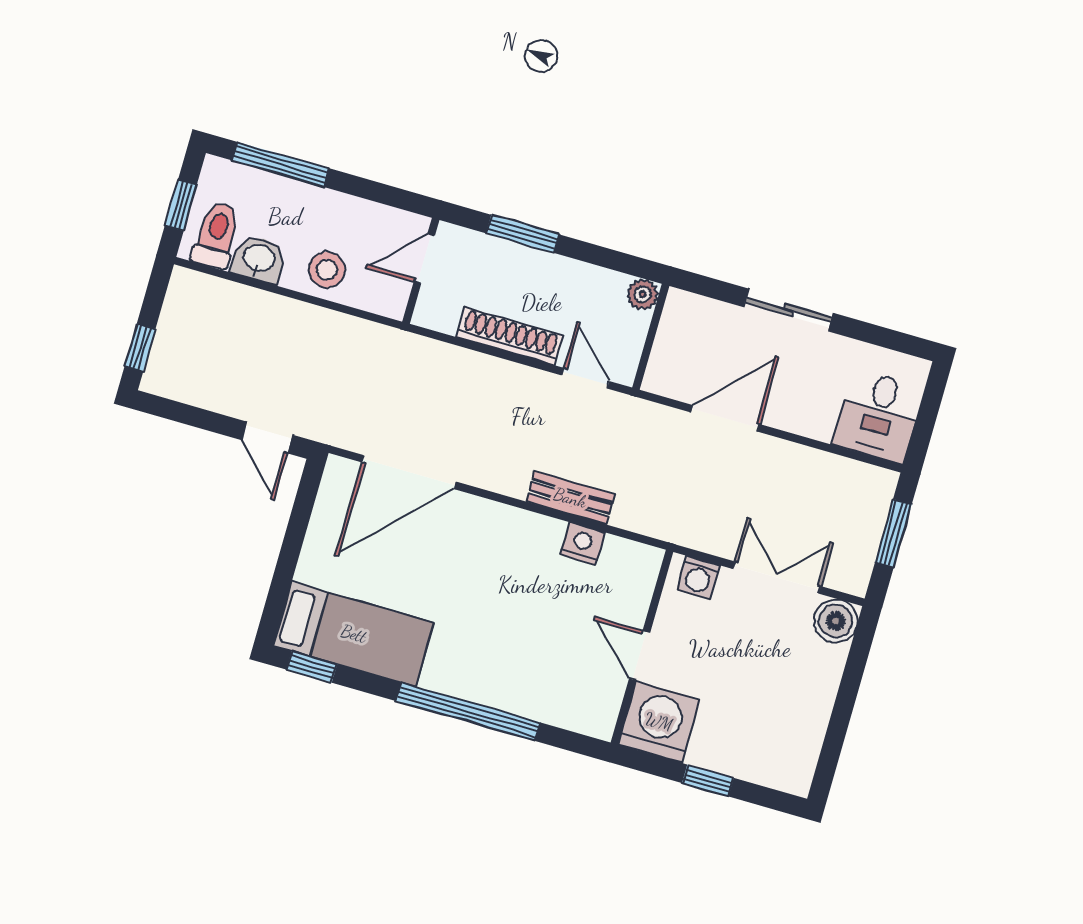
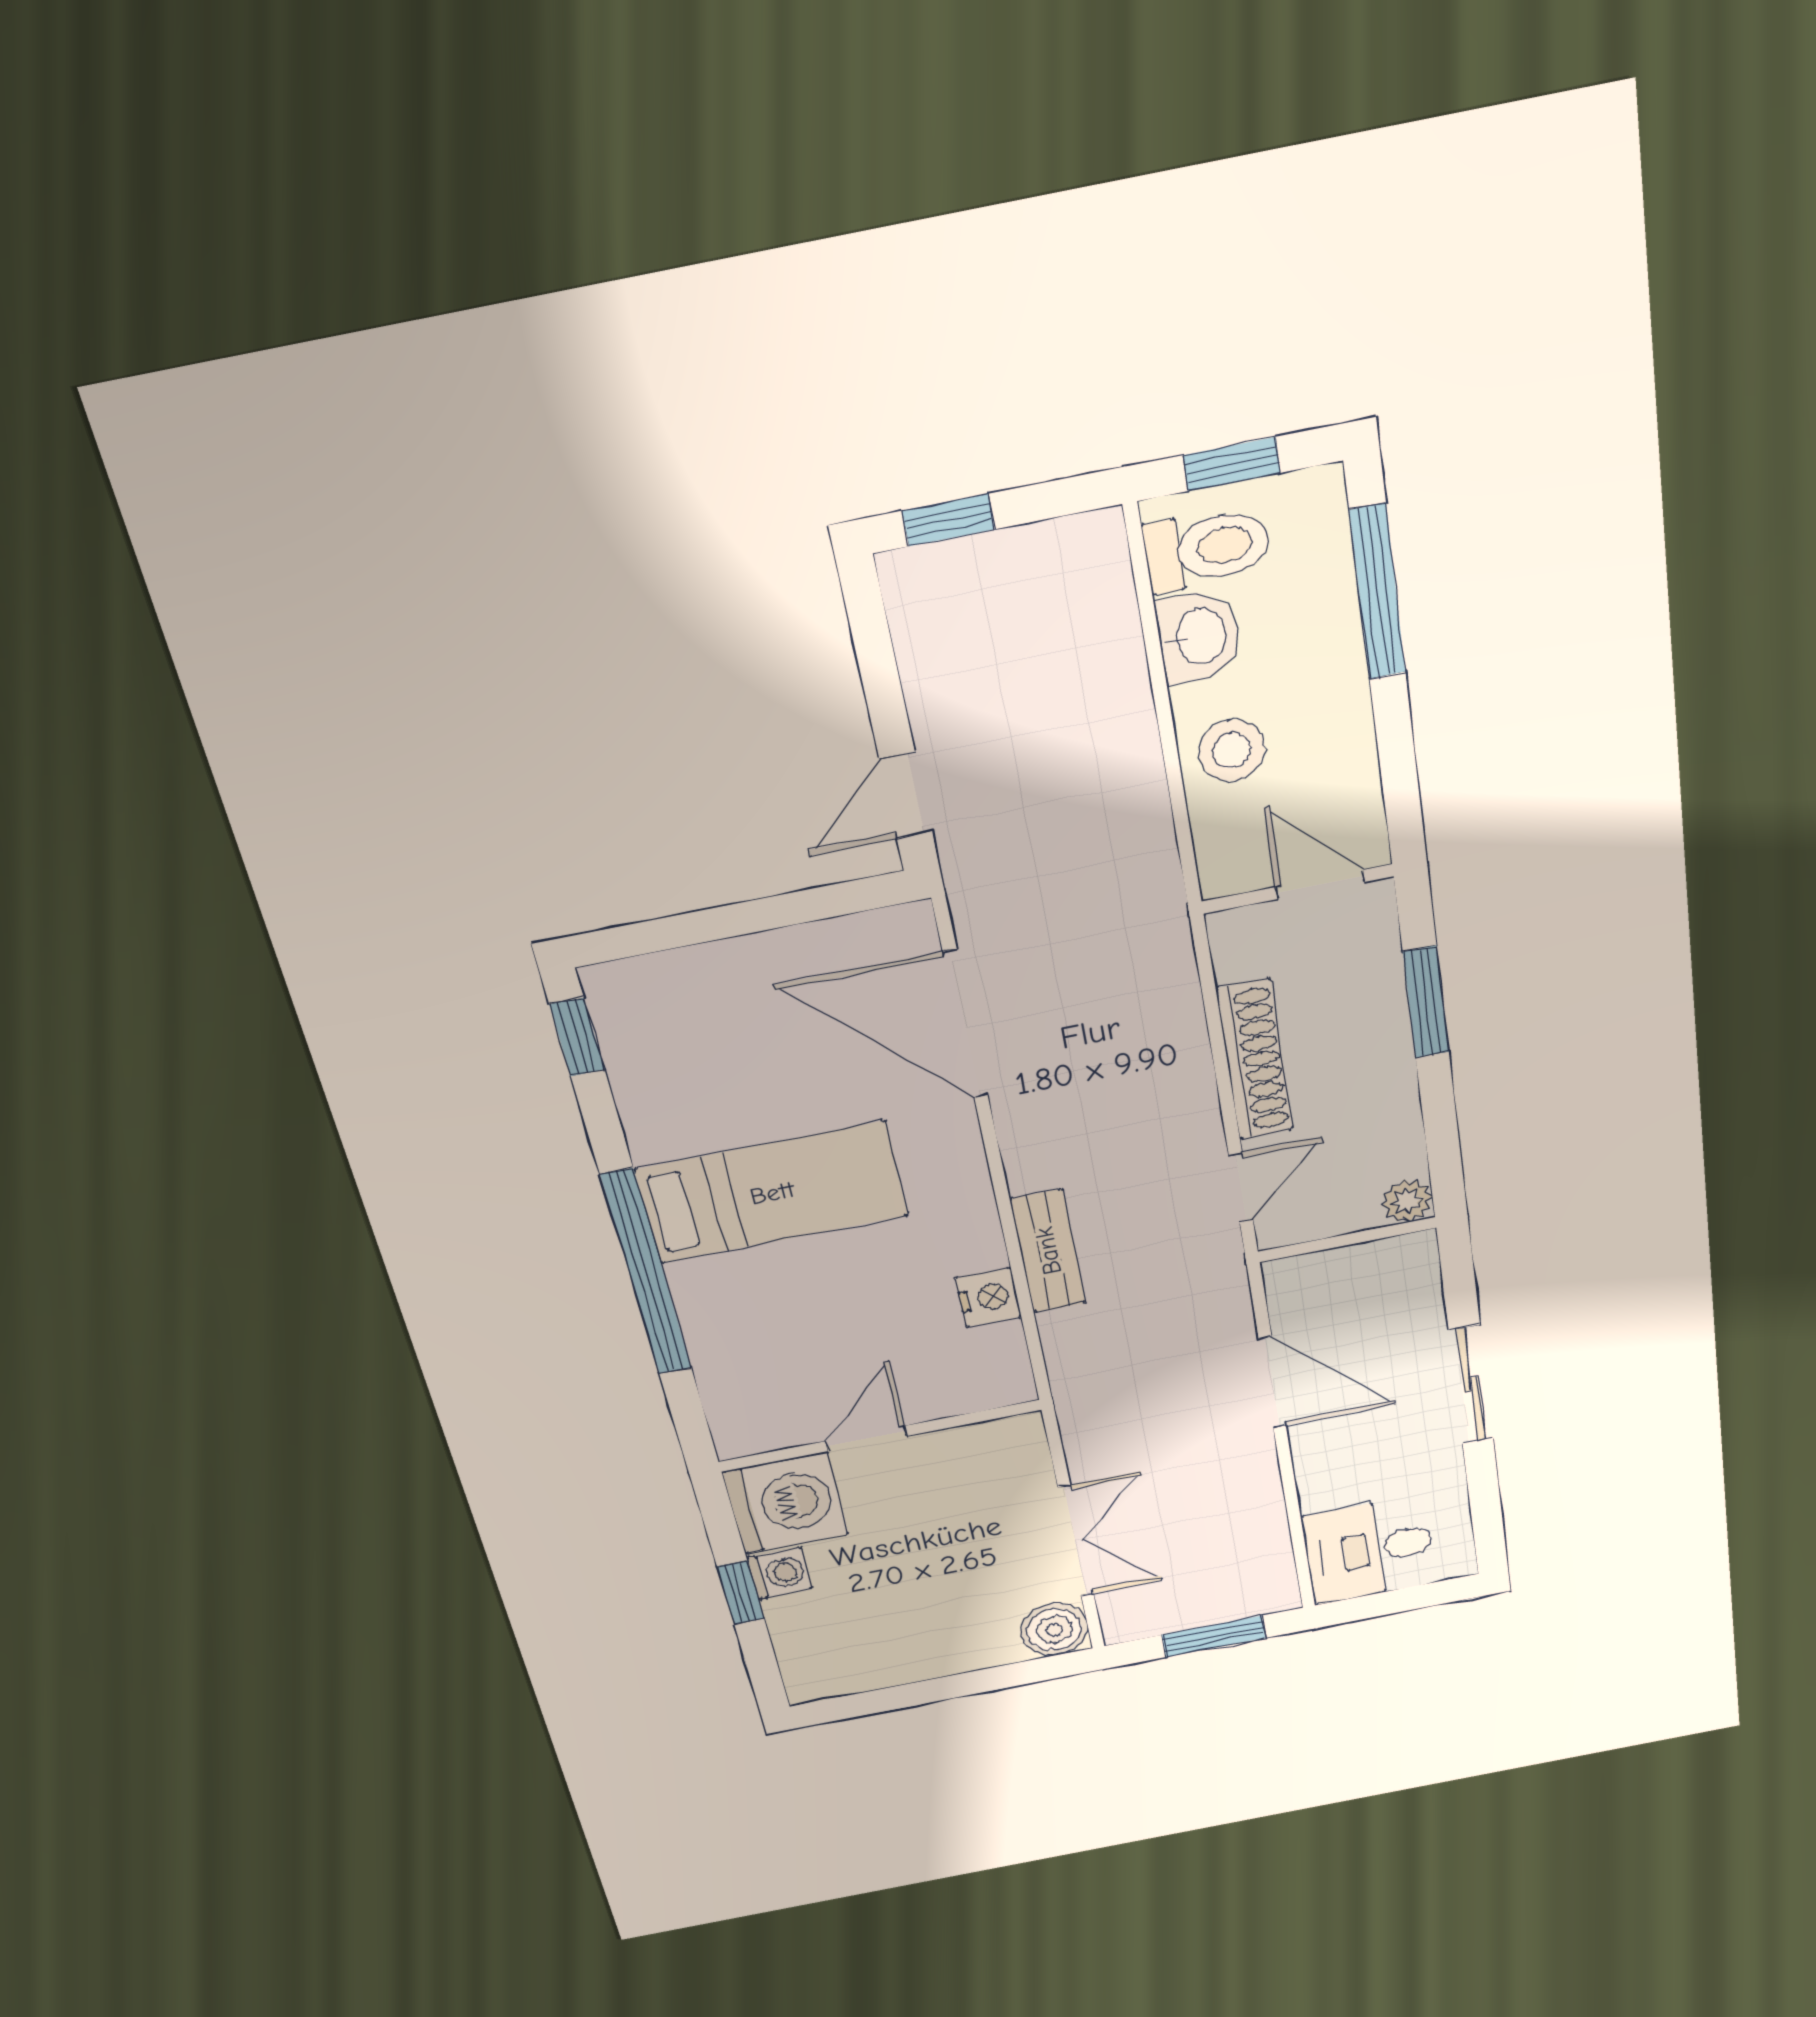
washing machine: (698, 577) -> (780, 1573), moved, turned 180
bed: (354, 634) -> (772, 1193), moved, turned -90

